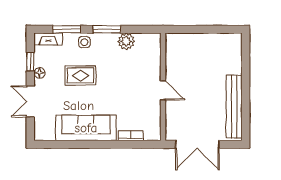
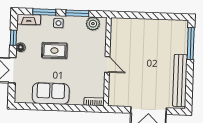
window: (246, 61) -> (191, 43), added
wall: (163, 87) -> (107, 62), moved
door: (163, 90) -> (107, 64), moved
sofa: (86, 128) -> (51, 94), width x0.73

